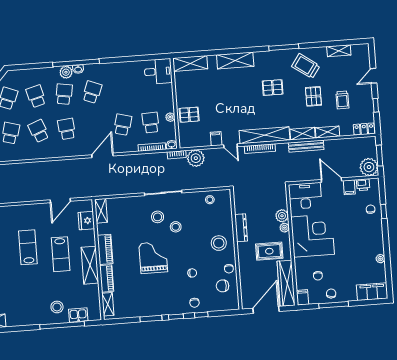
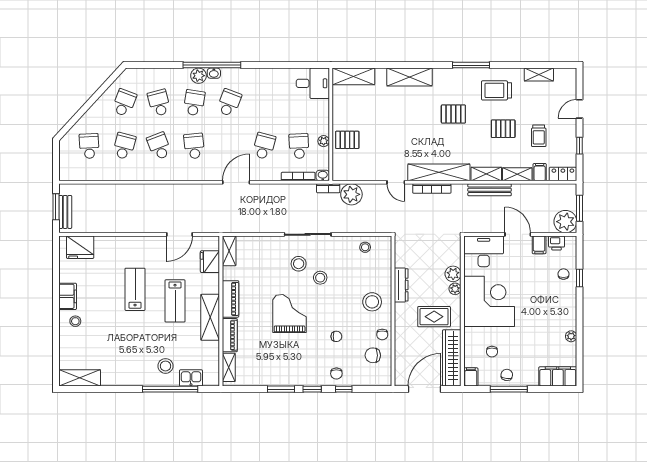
trolley: (306, 66) -> (497, 90), turned -35
pallet: (313, 96) -> (503, 129), turned 90
filing cabinet: (216, 139) -> (540, 172), moved

